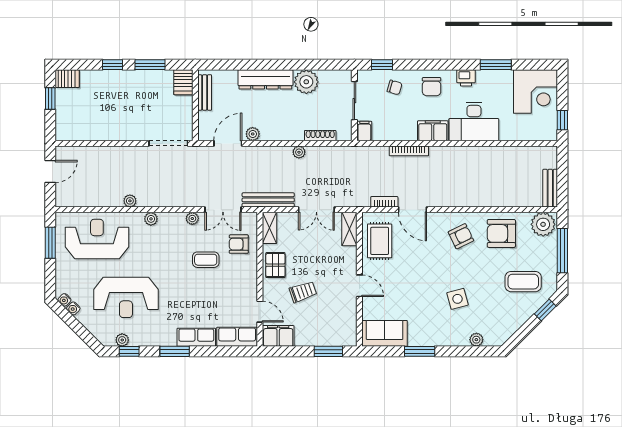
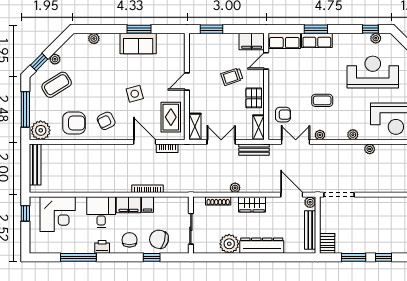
window: (382, 65) -> (152, 257), moved
window: (496, 65) -> (78, 257), width x1.44
chair: (395, 87) -> (159, 239), width x1.87, depth x1.87
bench: (205, 92) -> (310, 230), width x1.36
corner desk: (536, 92) -> (58, 214), moved, turned 180
desk: (474, 122) -> (101, 212), width x0.73
wardrobe: (278, 131) -> (252, 204), added
filing cabinet: (364, 131) -> (148, 205), moved
plant: (253, 134) -> (310, 202), moved
door: (228, 143) -> (292, 195), swing flipped
bench: (550, 188) -> (35, 165), width x1.36
bench: (268, 200) -> (254, 150), width x0.73
coffee table: (206, 260) -> (322, 100), moved
coffee table: (523, 282) -> (57, 85), turned -32
door: (359, 286) -> (187, 81), hinge flipped
side table: (458, 299) -> (135, 94), moved
door: (260, 312) -> (266, 61), hinge flipped
plant: (525, 314) -> (55, 59), added
sofa: (385, 333) -> (138, 44), moved
window: (175, 351) -> (316, 29), moved

